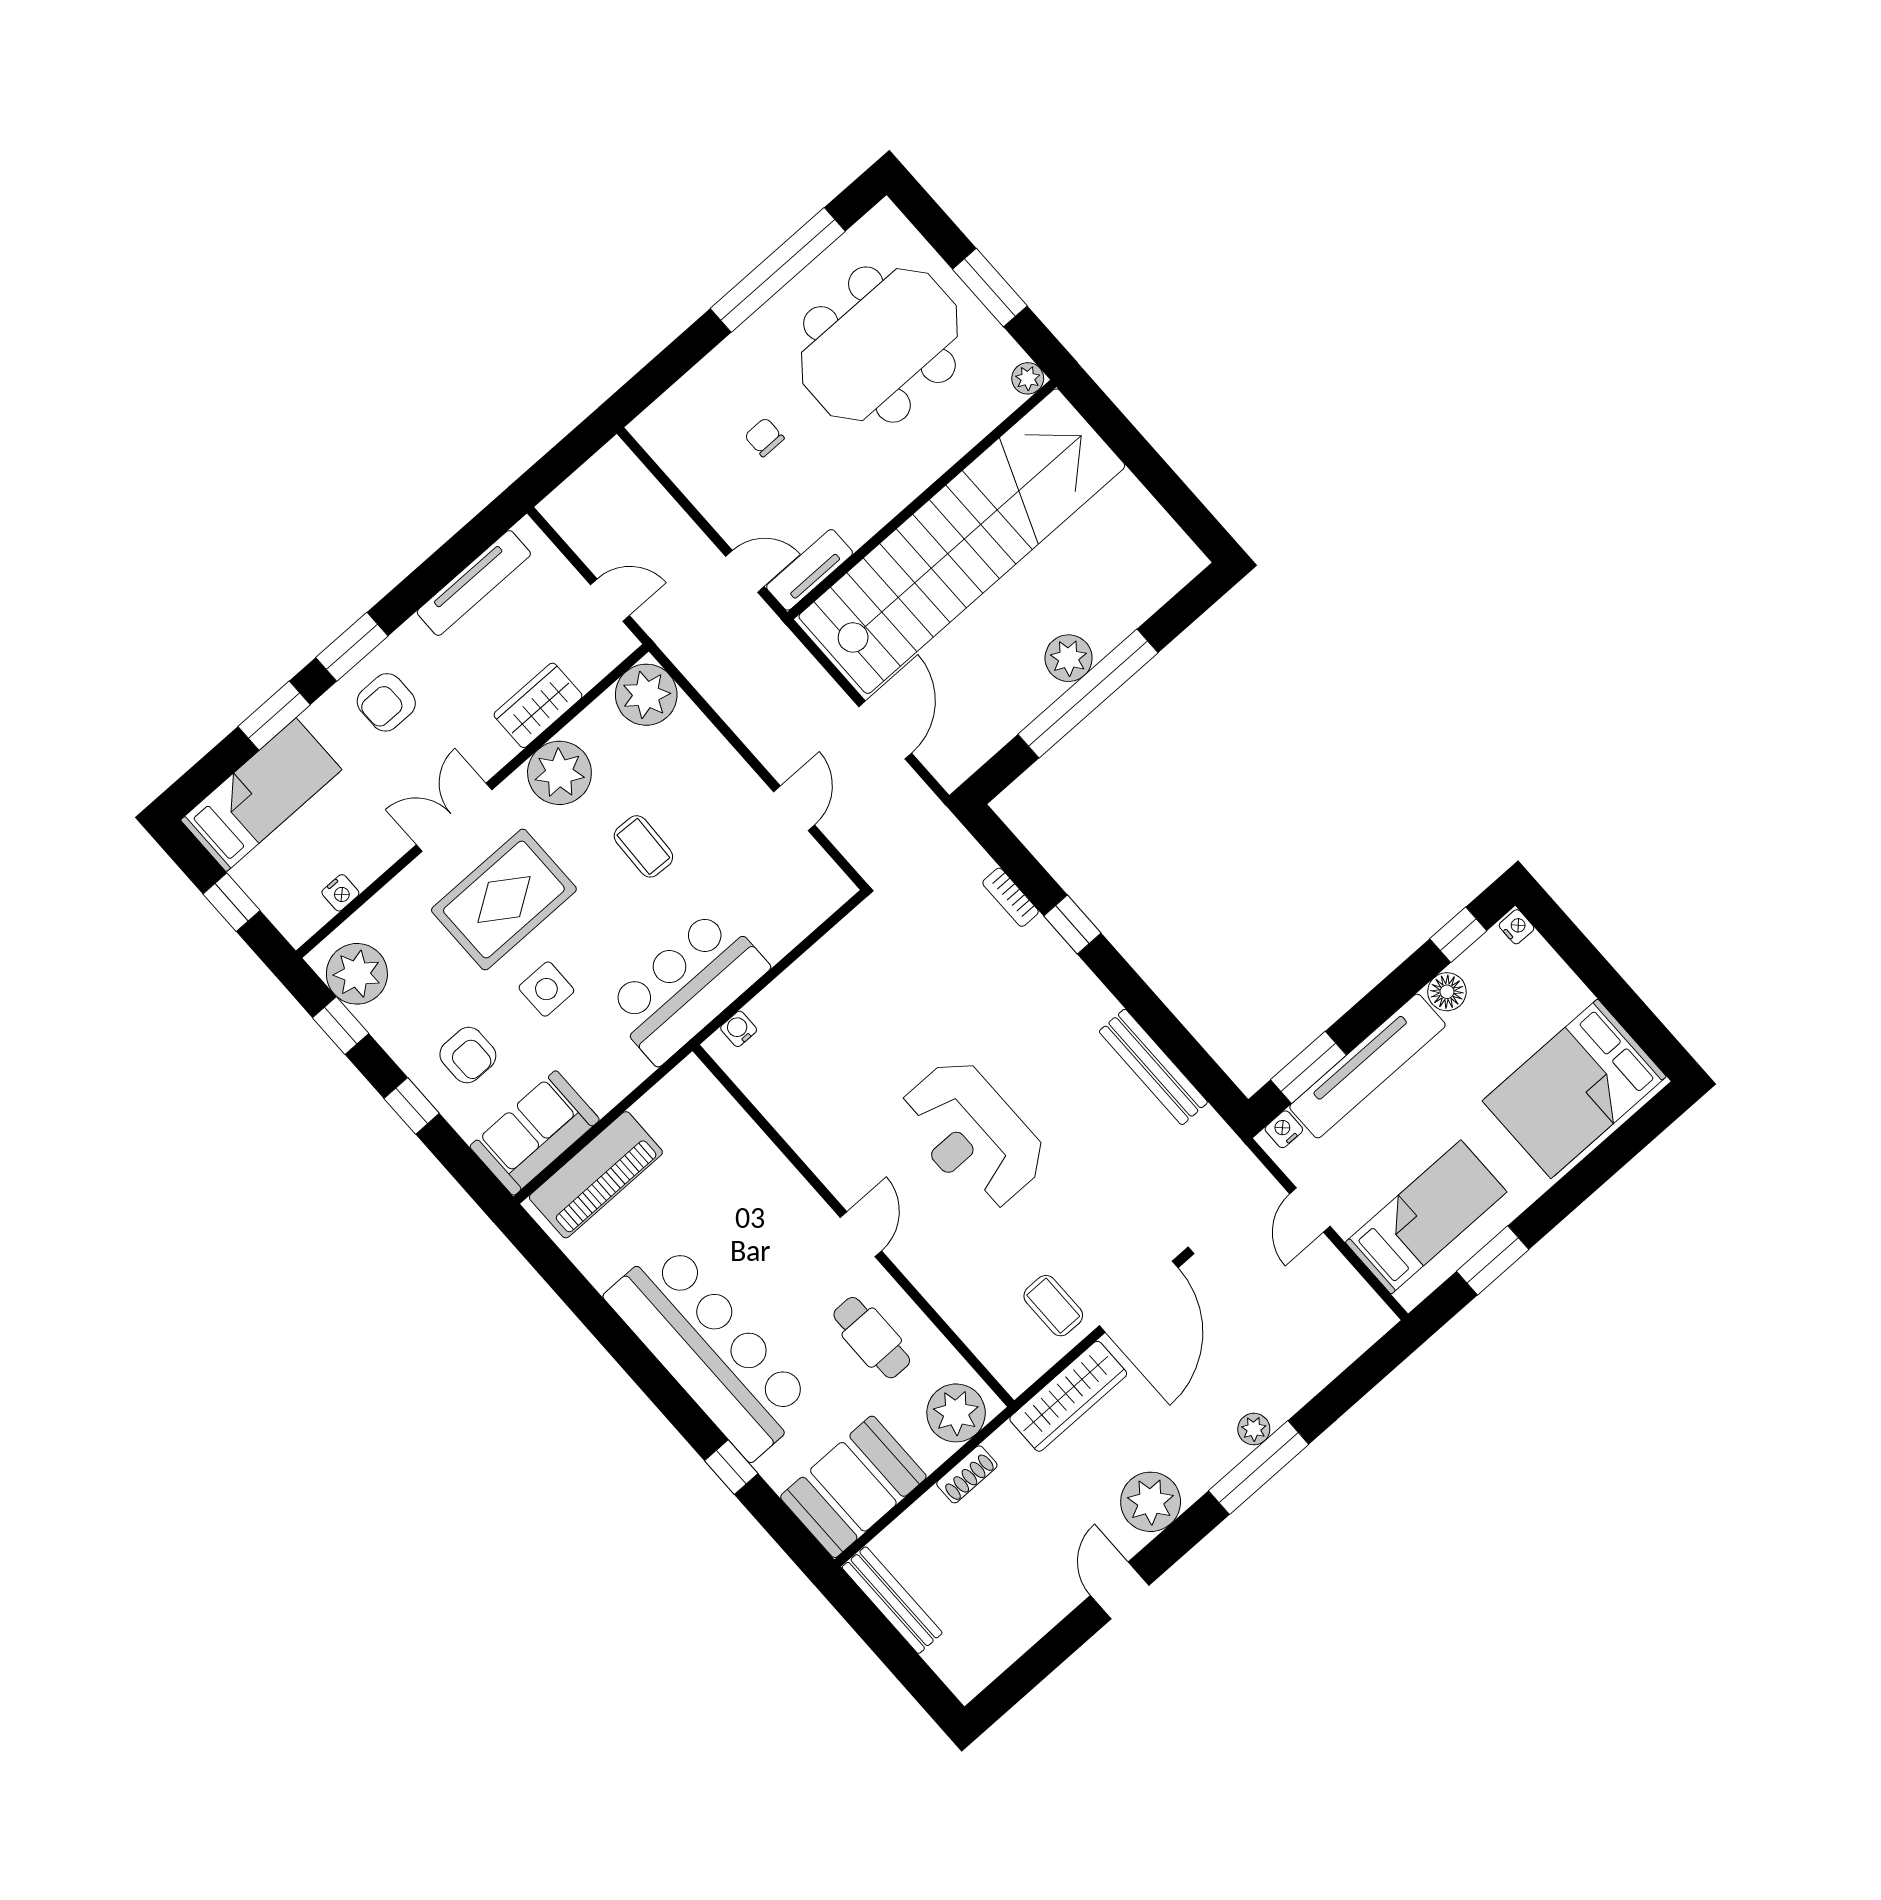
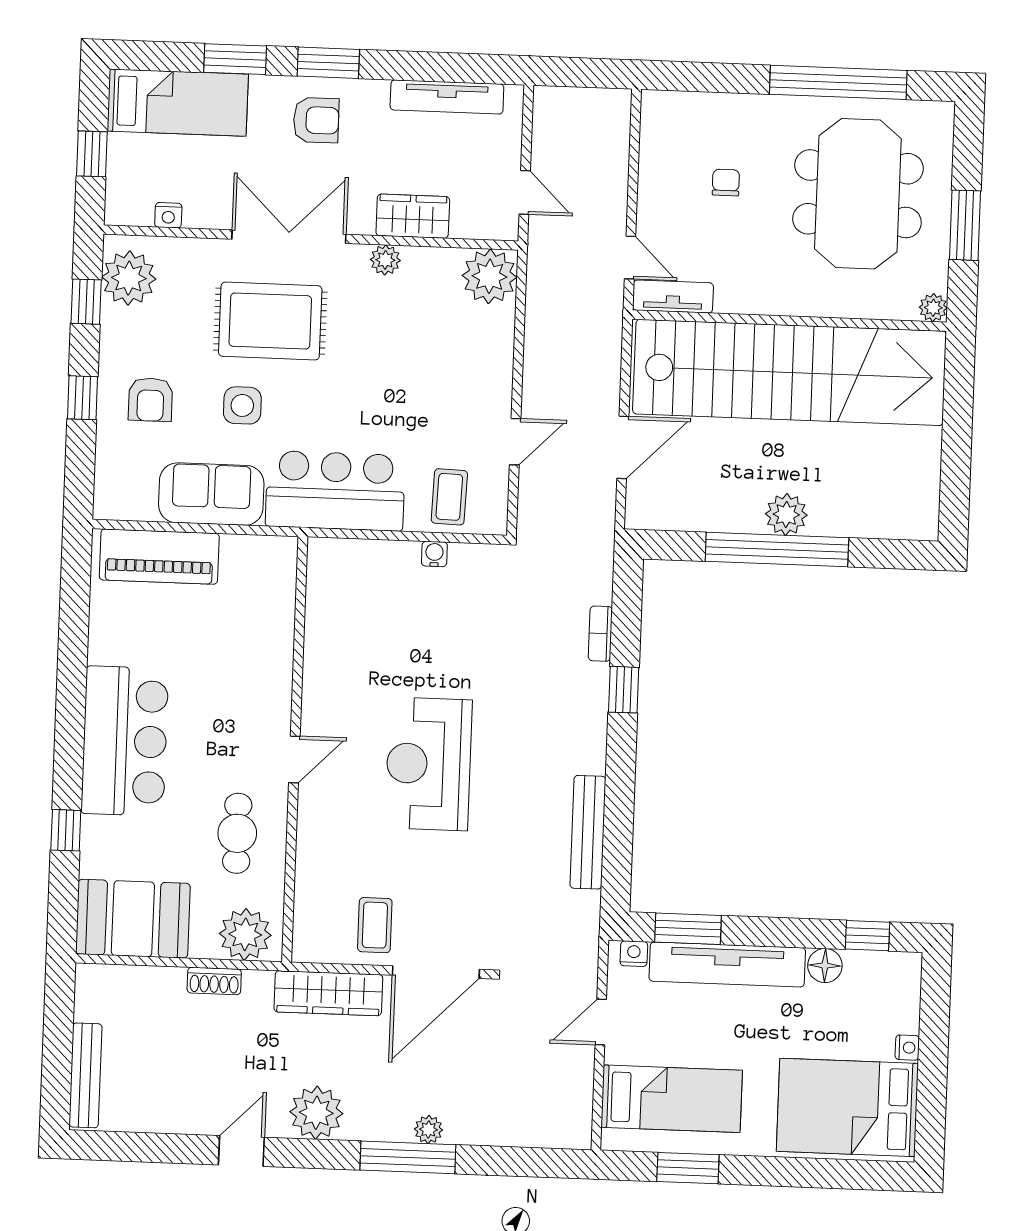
meeting table: (879, 345) -> (858, 194), turned 90
armchair: (386, 702) -> (316, 120), turned 180
plant: (559, 773) -> (385, 260), width x0.53, depth x0.53
double door: (454, 817) -> (289, 237), width x1.37
coffee table: (643, 846) -> (449, 497), moved
nightstand: (1517, 927) -> (907, 1048), moved
water cooler: (739, 1029) -> (434, 554), moved
sofa: (535, 1133) -> (211, 494), moved
bar counter: (710, 1350) -> (125, 741), width x0.73
bench: (892, 1600) -> (85, 1075), moved

